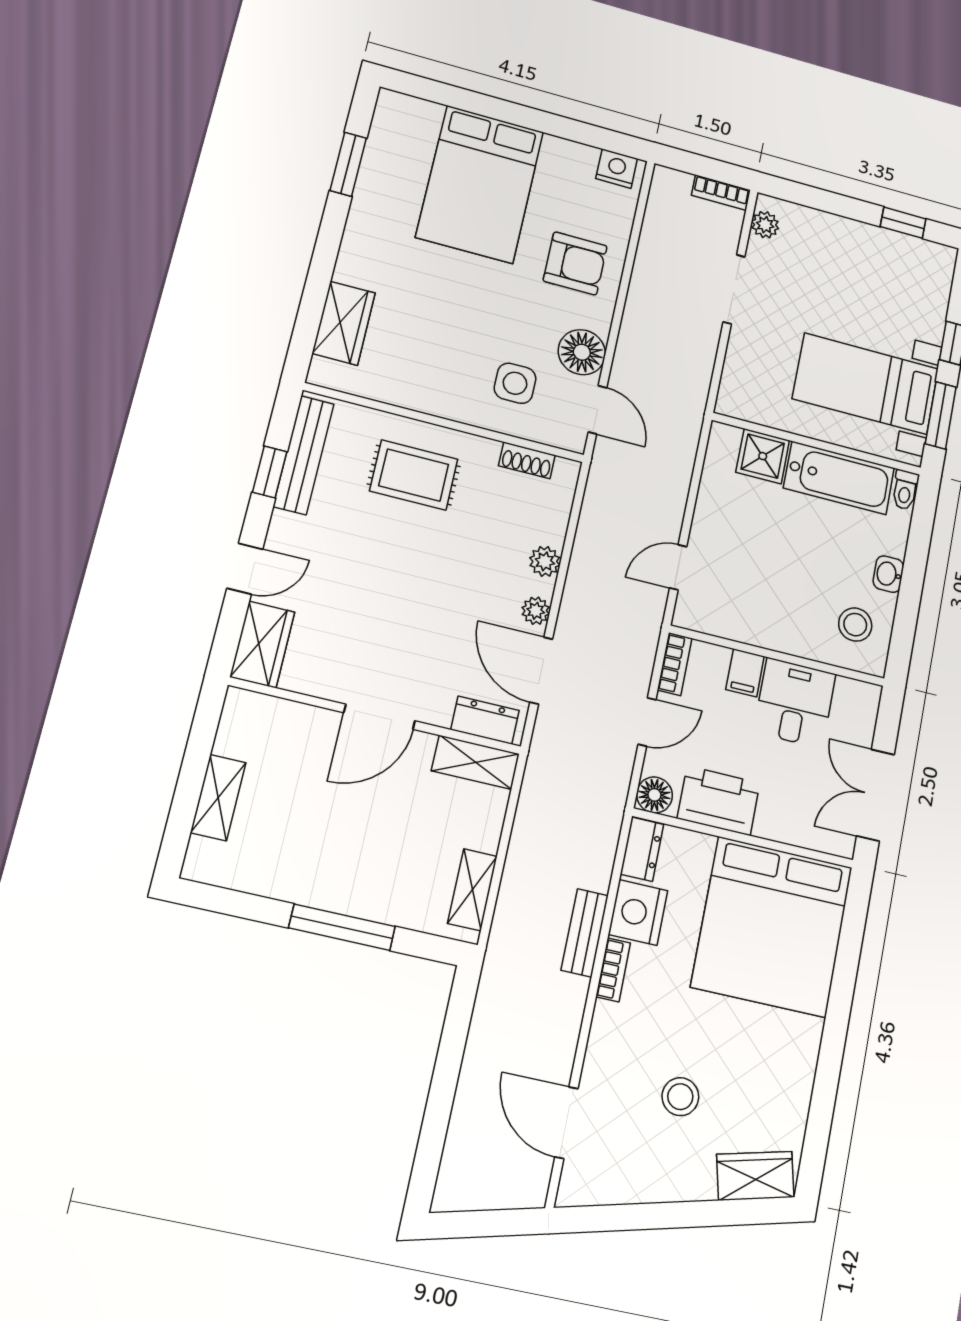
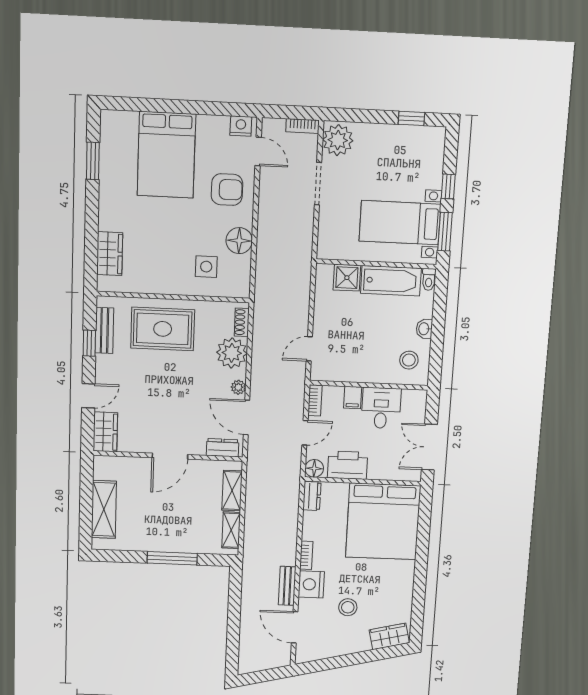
plant: (765, 225) -> (338, 140), width x1.88, depth x1.88
door: (597, 410) -> (258, 151), moved
bench: (304, 455) -> (104, 330), width x0.73
shoe rack: (527, 460) -> (242, 322), moved, turned 90
rug: (414, 475) -> (163, 329), width x1.36, depth x1.43
plant: (545, 561) -> (232, 353), width x1.88, depth x1.88
shelving: (475, 762) -> (232, 491), moved, turned 90
shelving: (218, 798) -> (104, 509), width x1.50, depth x1.33
nightstand: (638, 913) -> (311, 584), moved
bench: (585, 933) -> (287, 586), moved

